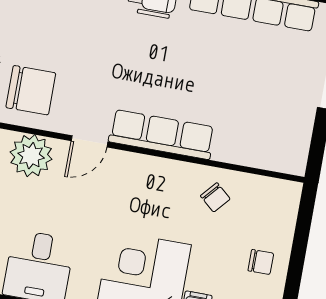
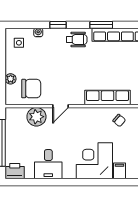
row of seats: (162, 134) -> (108, 97), moved

